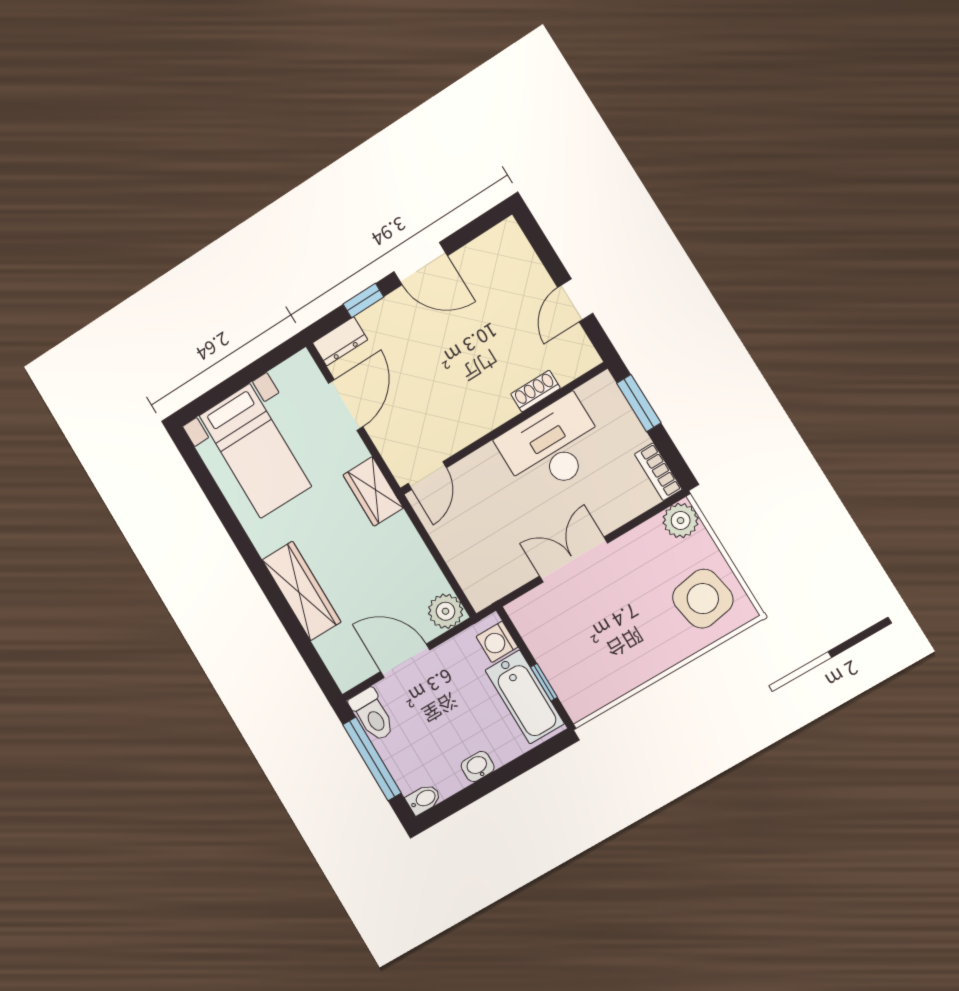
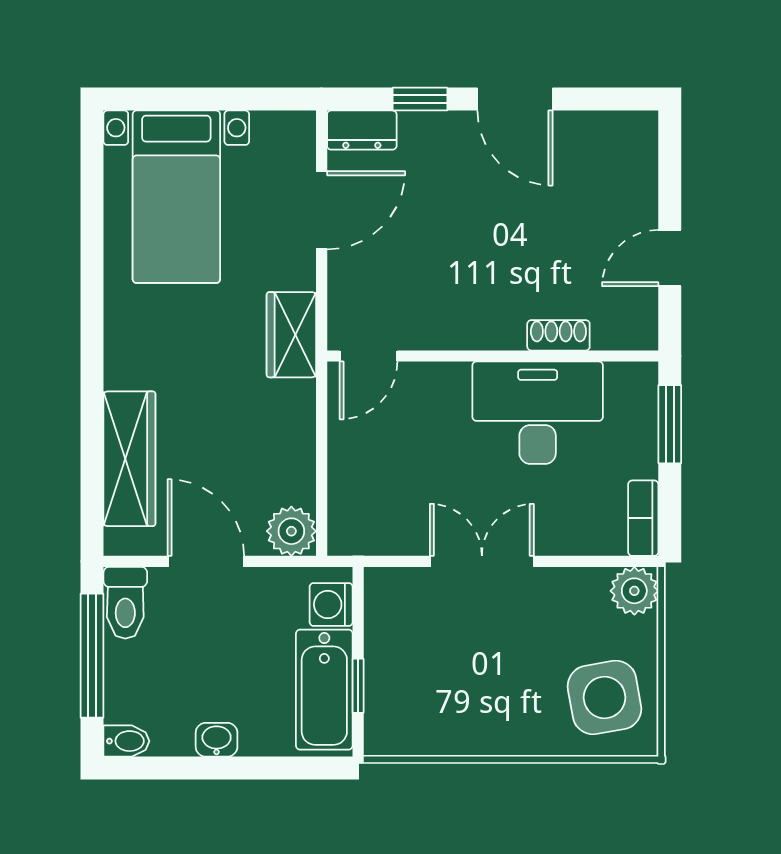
wardrobe: (302, 591) -> (129, 459), moved

